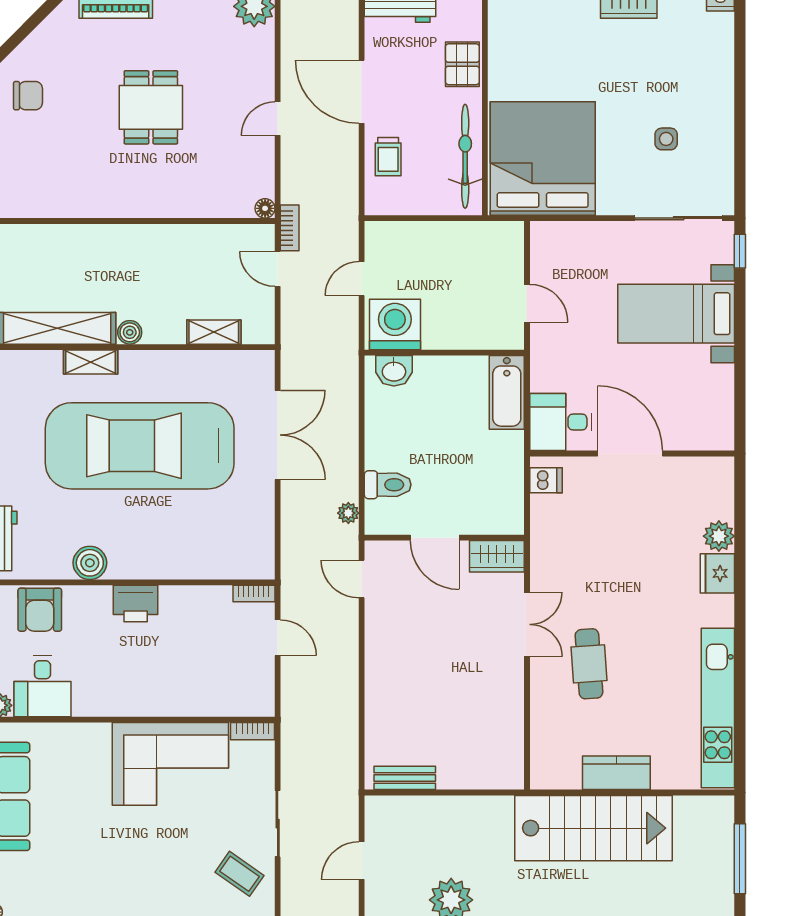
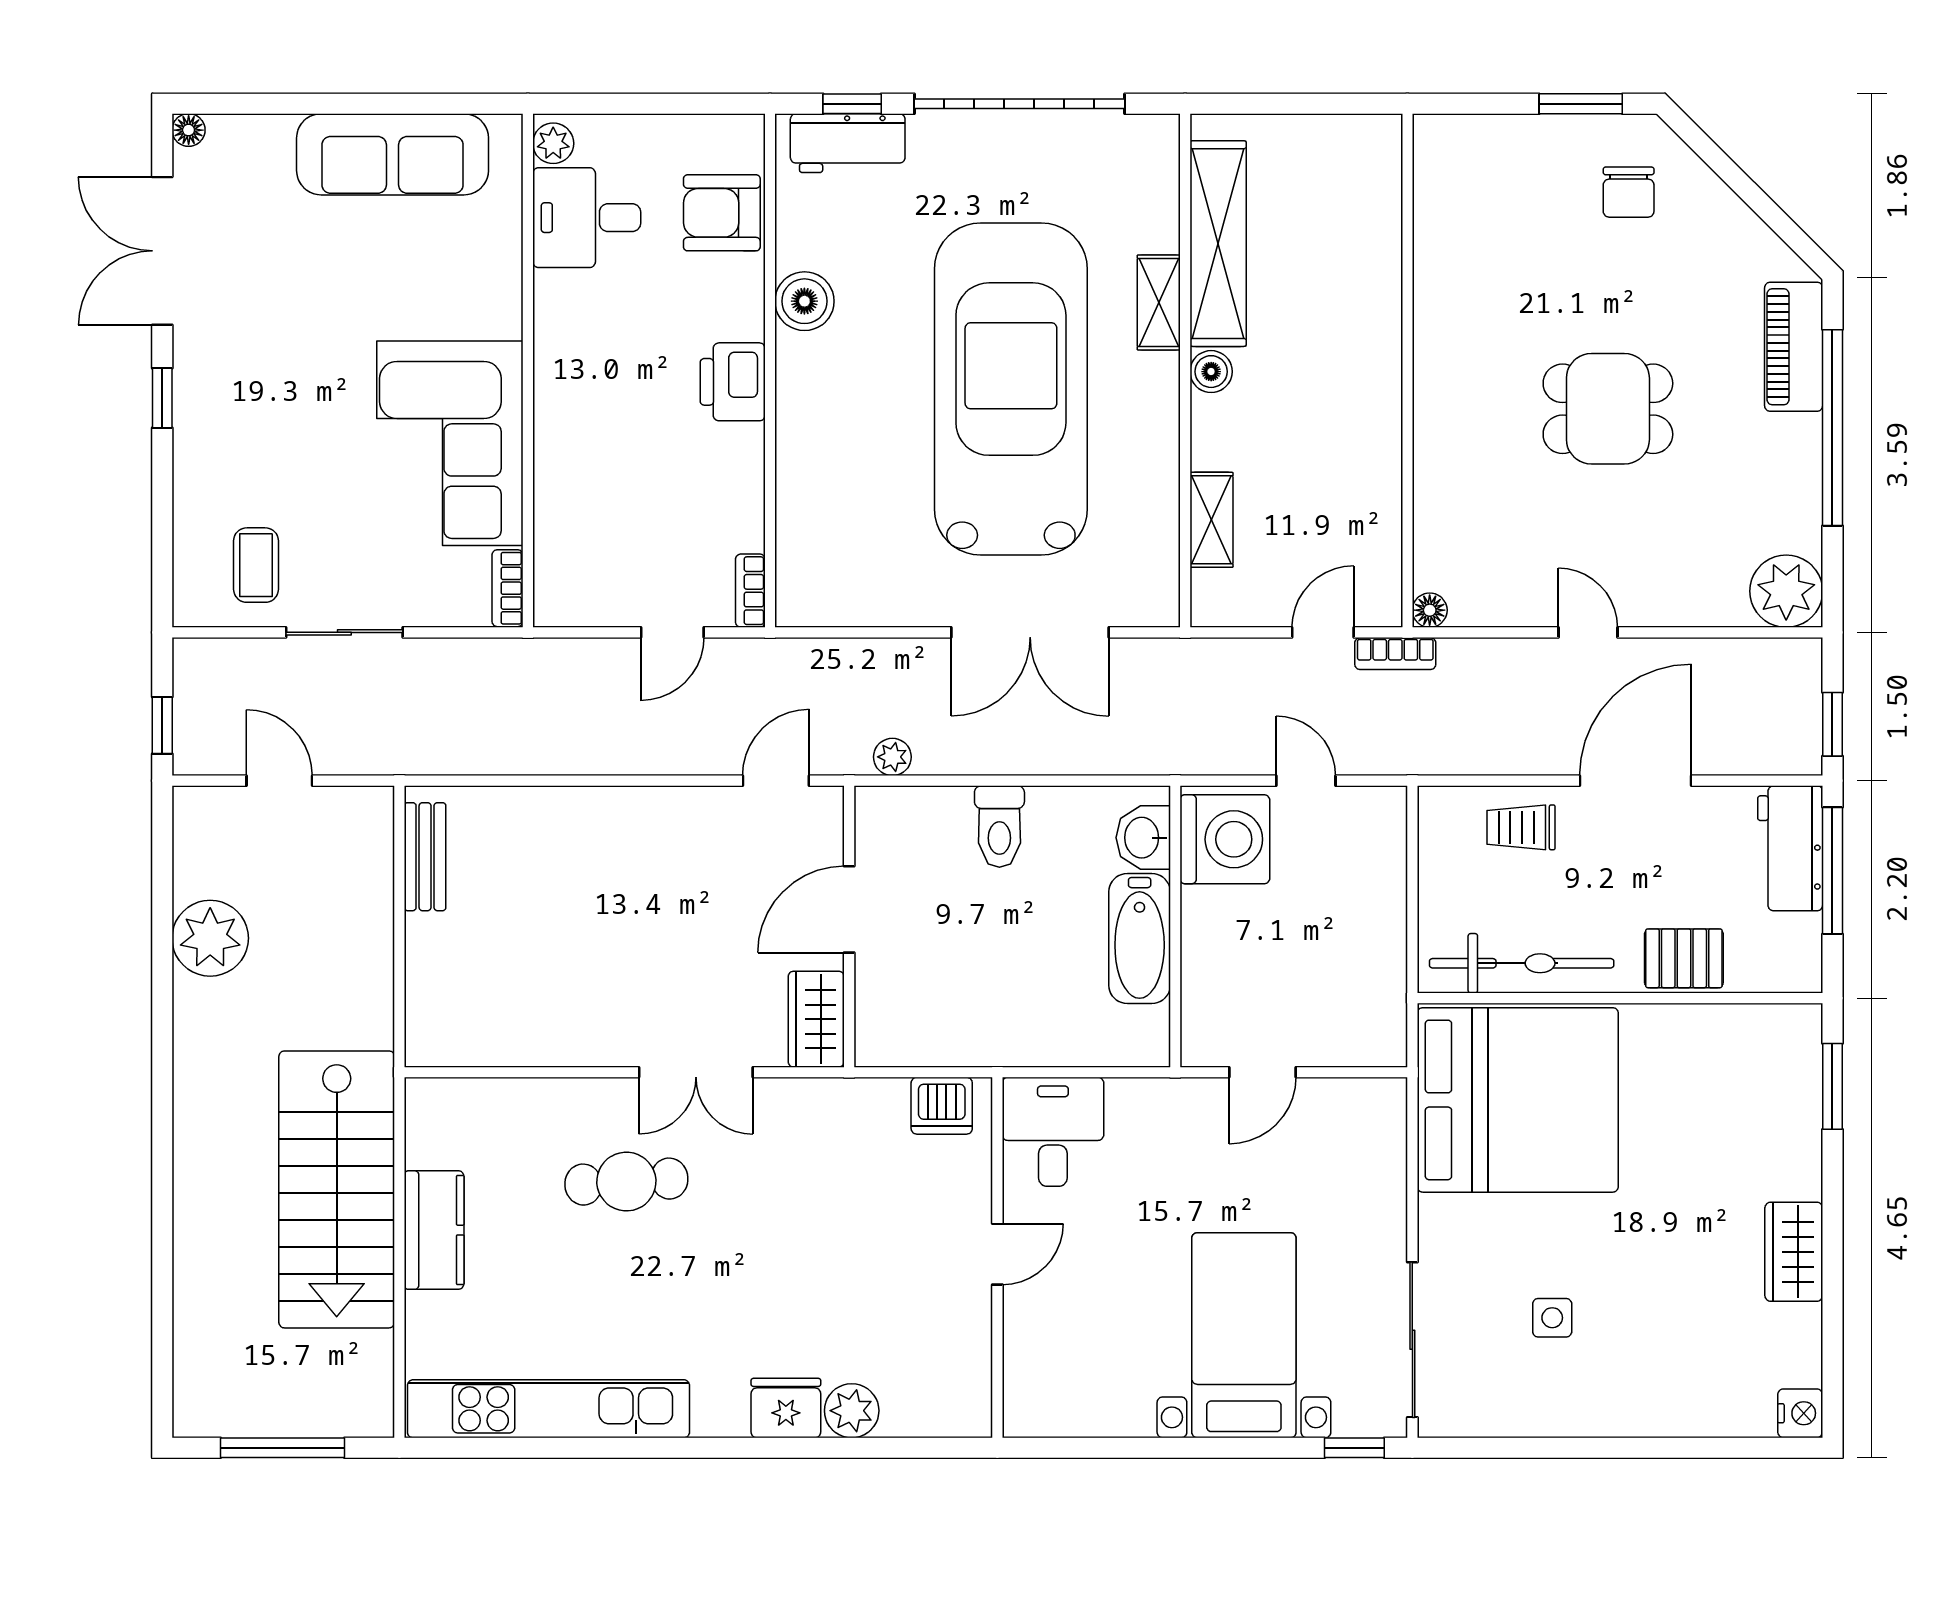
bathtub: (507, 392) -> (1140, 939), moved, turned -90
door: (630, 454) -> (997, 1254), width x0.53
dishwasher: (546, 480) -> (942, 1106), width x1.38
toilet: (388, 485) -> (999, 827), moved
coffee table: (239, 874) -> (256, 565), turned -35

